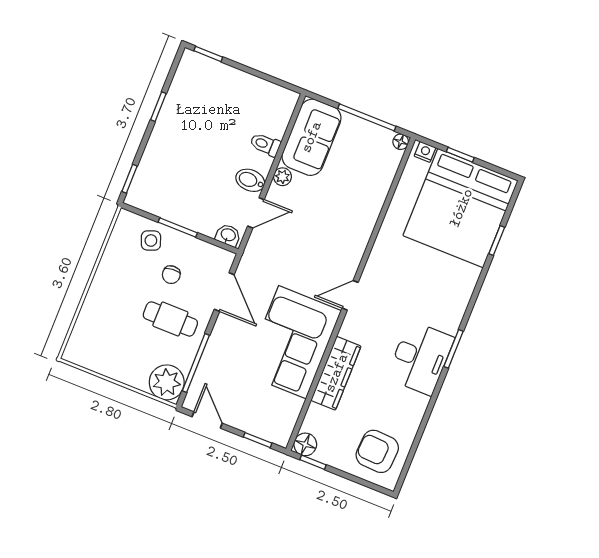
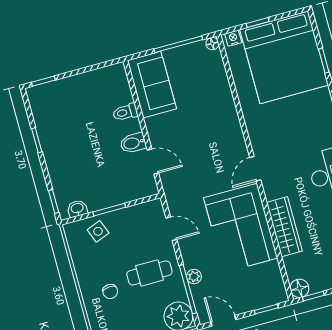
plant: (282, 177) -> (194, 277), moved
door: (256, 213) -> (153, 162), hinge flipped
washbasin: (228, 235) -> (77, 209), moved
chair: (171, 275) -> (110, 291), moved
door: (224, 292) -> (171, 229), width x0.73

